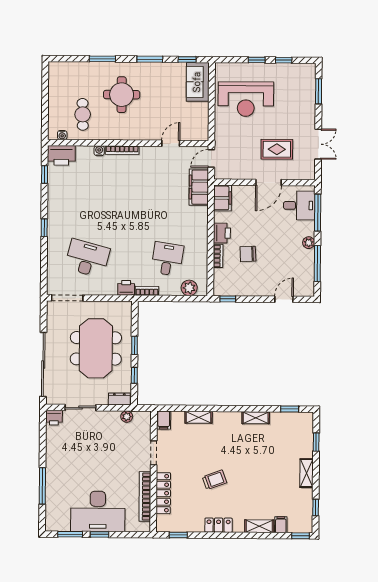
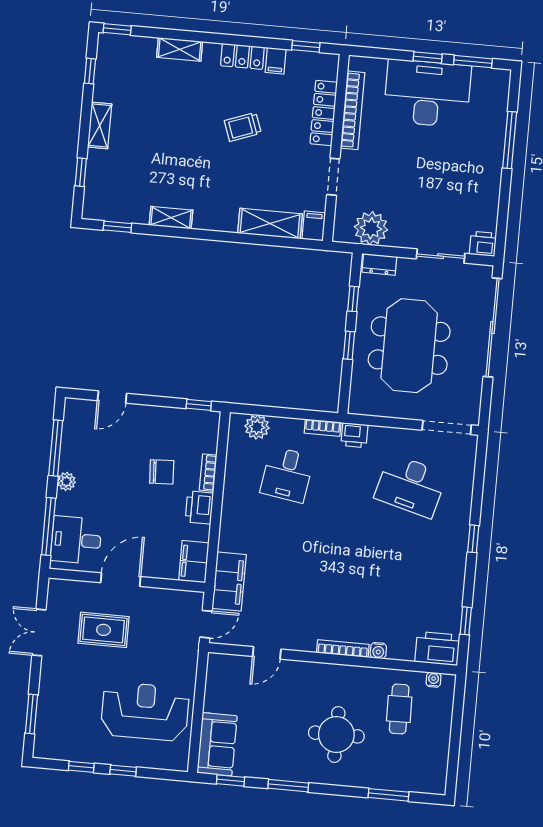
window: (102, 59) -> (388, 795), moved
plant: (127, 417) -> (371, 228), width x1.87, depth x1.87
shelving: (199, 417) -> (270, 224), width x1.50, depth x1.33
filing cabinet: (281, 525) -> (276, 61), moved

